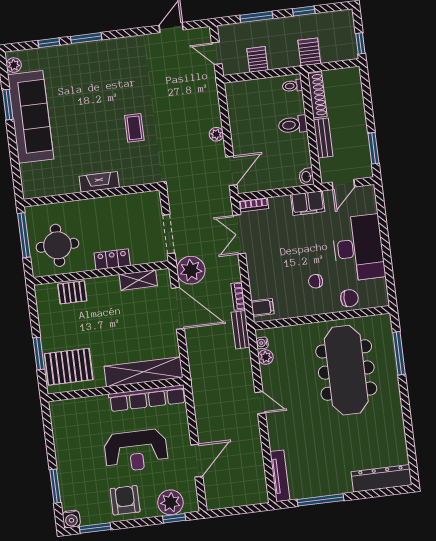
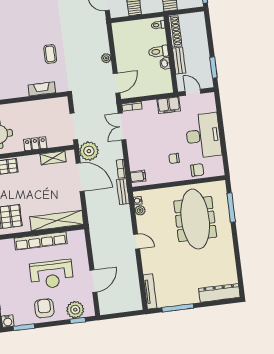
washbasin: (306, 177) -> (165, 63), moved
fireplace: (99, 182) -> (42, 89), moved
door: (343, 184) -> (193, 92), swing flipped
row of seats: (147, 398) -> (41, 241), moved

